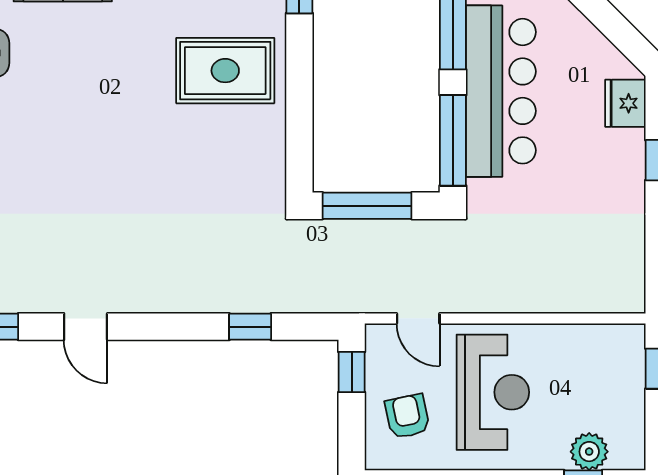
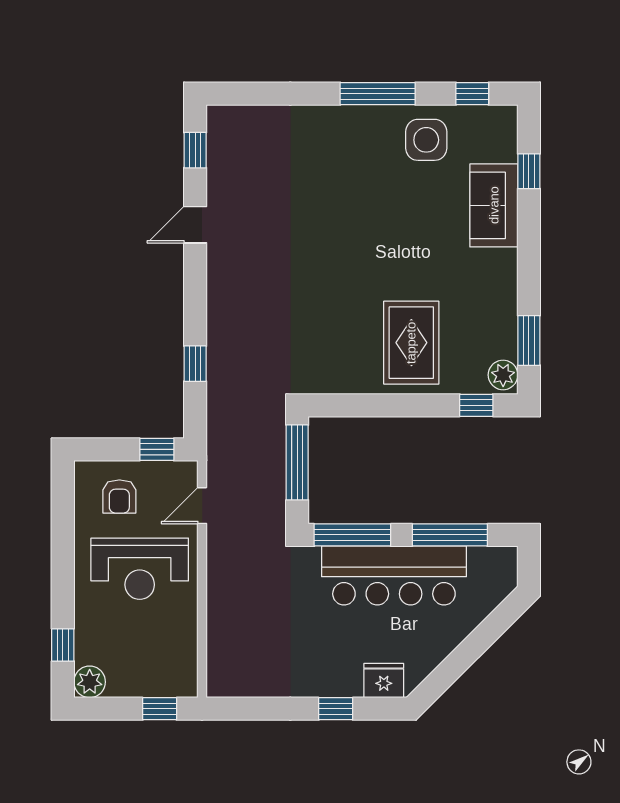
armchair: (407, 416) -> (119, 496), turned 102
plant: (589, 452) -> (90, 682), moved

